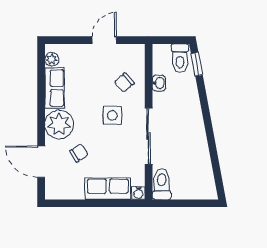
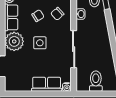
side table: (112, 115) -> (40, 43), moved
chair: (79, 153) -> (38, 16), moved
toilet: (162, 184) -> (96, 81), moved

